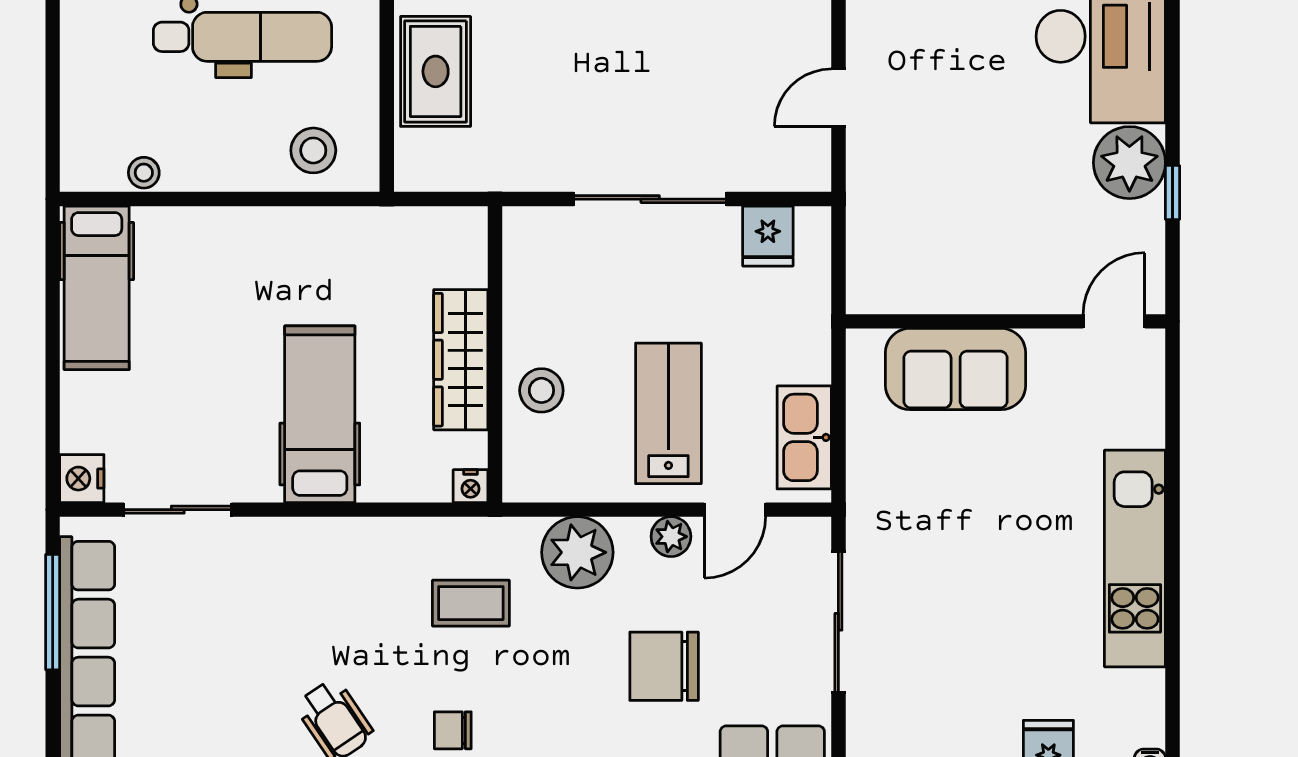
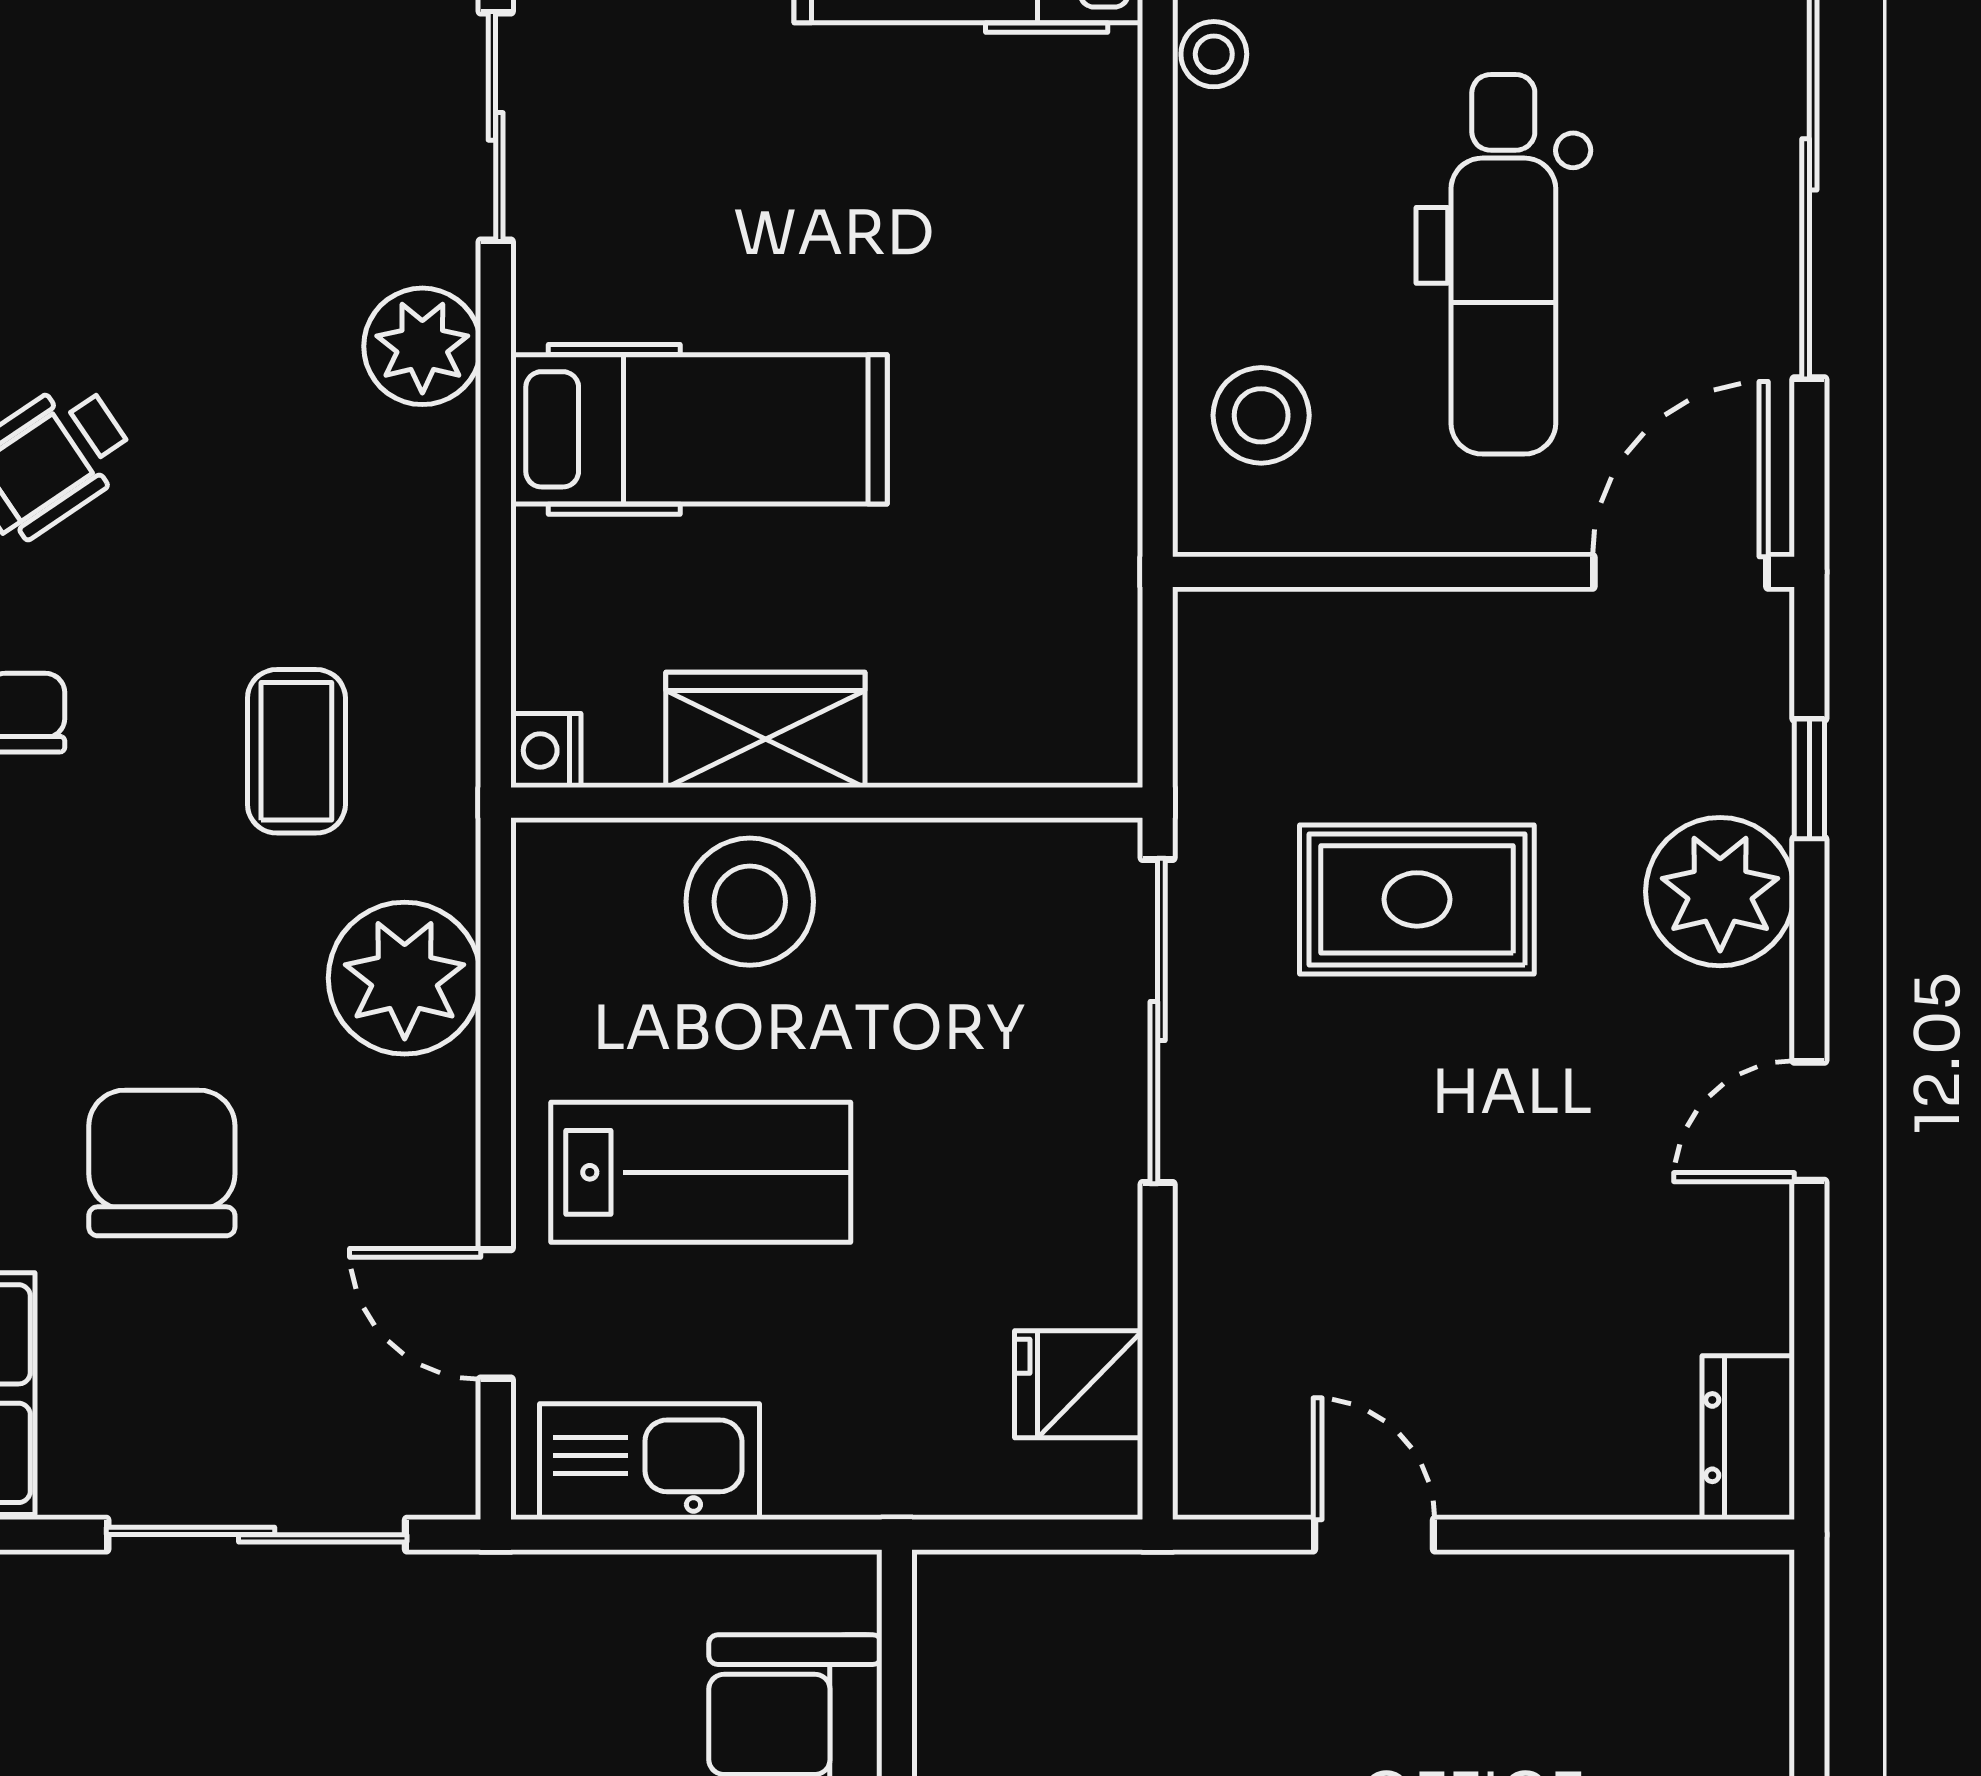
rug: (436, 71) -> (1417, 899), moved
sliding door: (650, 199) -> (1158, 1021), moved
wardrobe: (461, 360) -> (765, 730), width x0.67
stool: (541, 390) -> (750, 902), width x1.38, depth x1.38
plant: (671, 537) -> (422, 346), moved, width x1.38, depth x1.38

